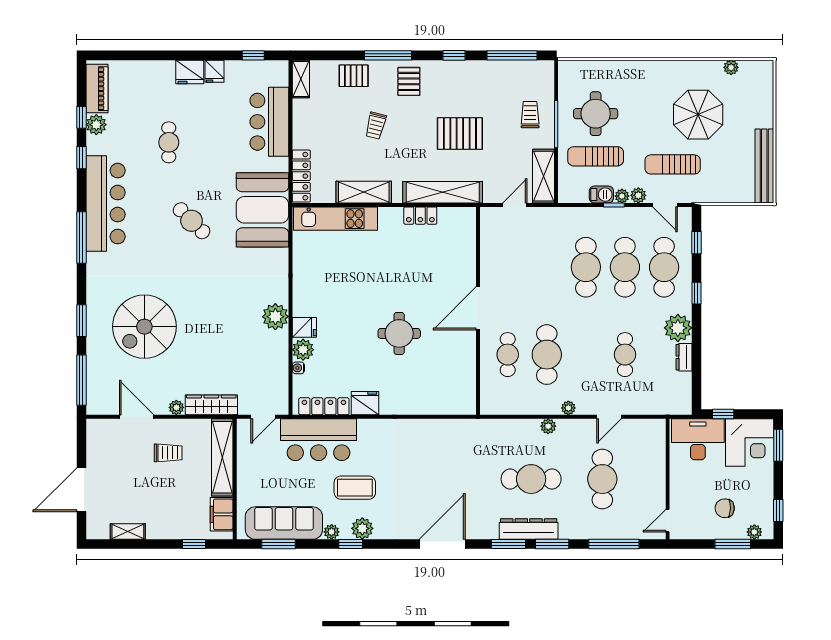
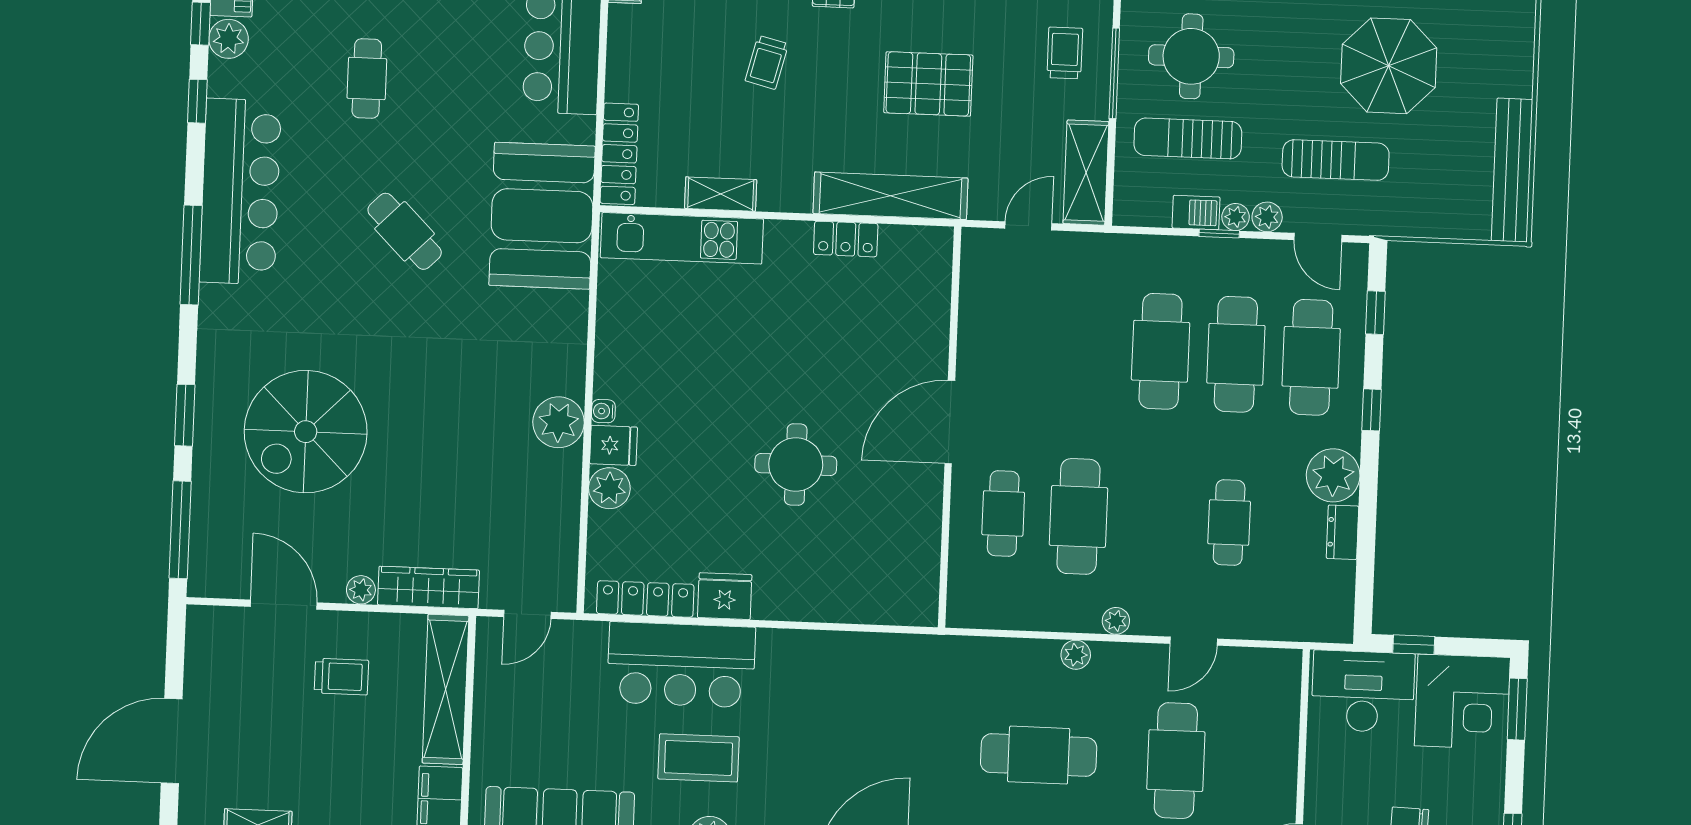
sun lounger: (673, 164) -> (1336, 160), turned 180
shelving: (364, 192) -> (721, 194), width x0.67, depth x0.75
water cooler: (298, 368) -> (603, 411), moved
bar counter: (319, 440) -> (681, 665), moved

